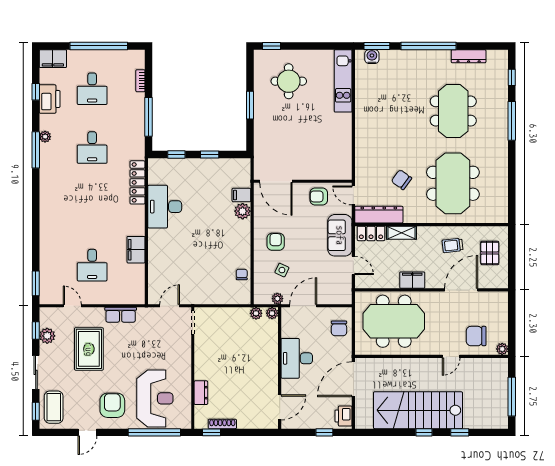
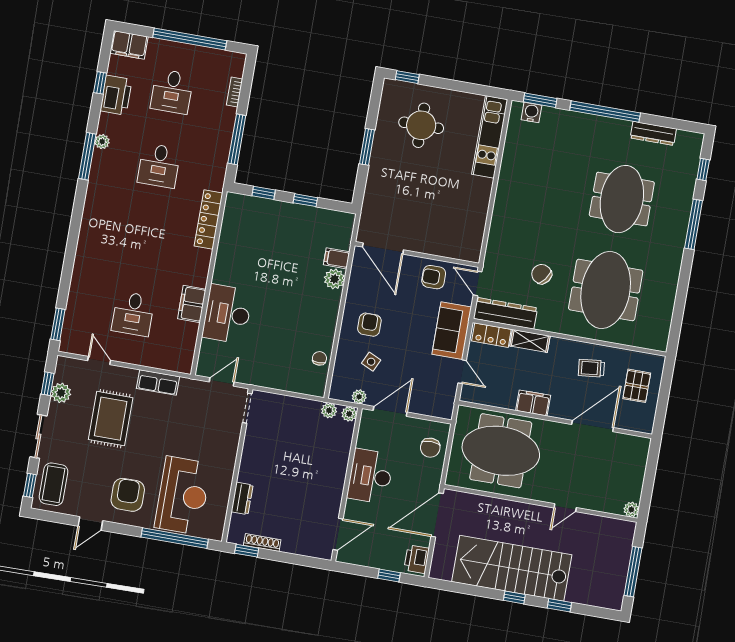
desk: (165, 207) -> (227, 314), moved
chair: (476, 336) -> (601, 487), removed

